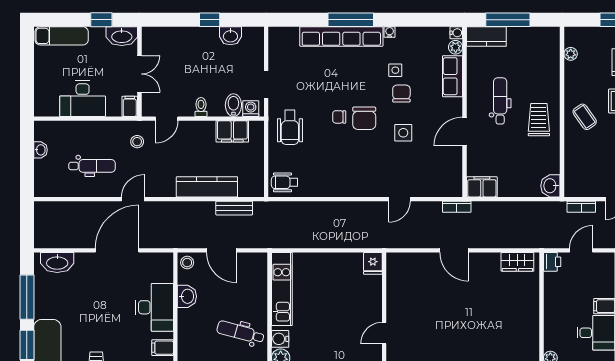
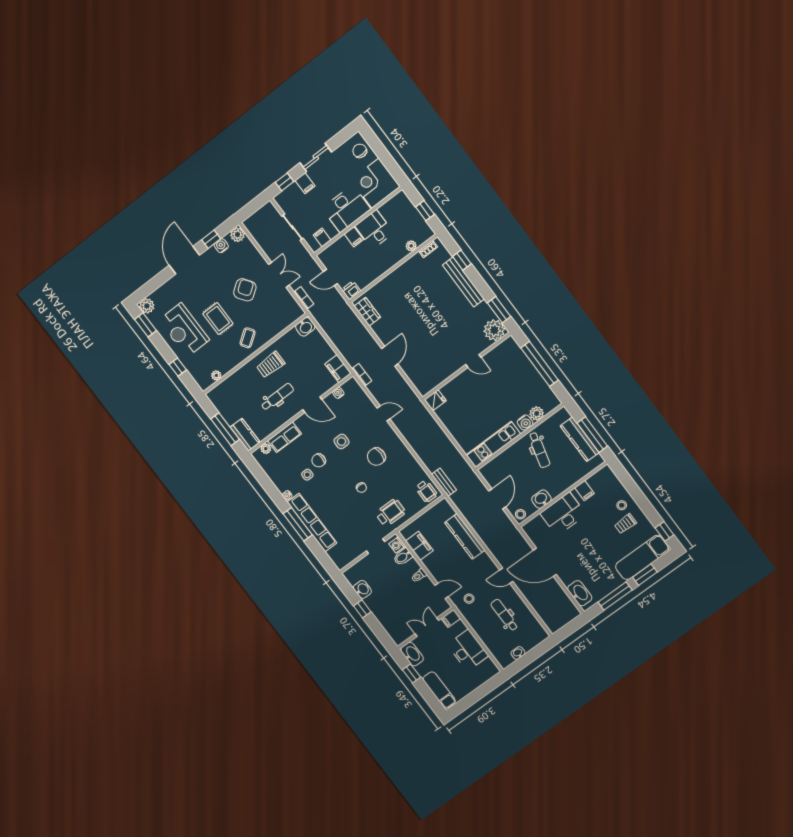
water cooler: (456, 33) -> (338, 393), moved
dental chair: (500, 101) -> (277, 397), turned 180
chair: (364, 118) -> (376, 457), moved, turned 180
bench: (234, 208) -> (444, 482), moved

